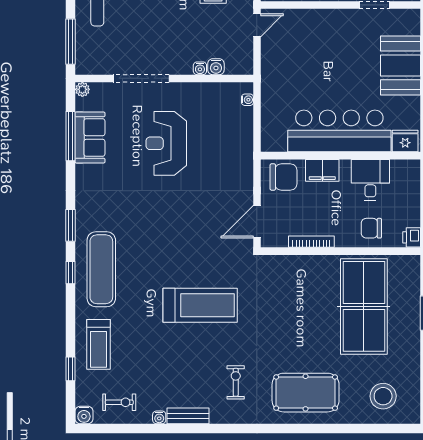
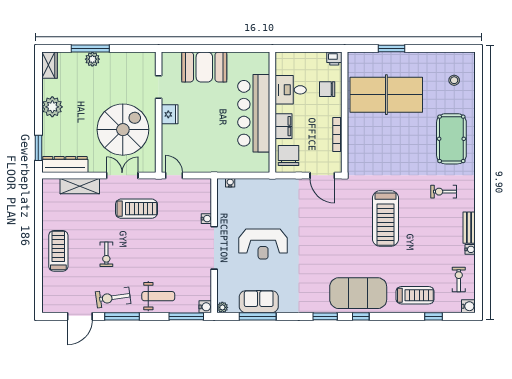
water cooler: (216, 67) -> (205, 307), moved
doorway: (141, 78) -> (214, 248), moved
fridge: (405, 141) -> (170, 114), moved, turned 180
chair: (371, 228) -> (327, 89), turned 90
exercise mat: (101, 269) -> (358, 293), width x1.47
treadmill: (200, 305) -> (385, 218), turned 180
stool: (383, 396) -> (454, 80), width x0.53, depth x0.53

